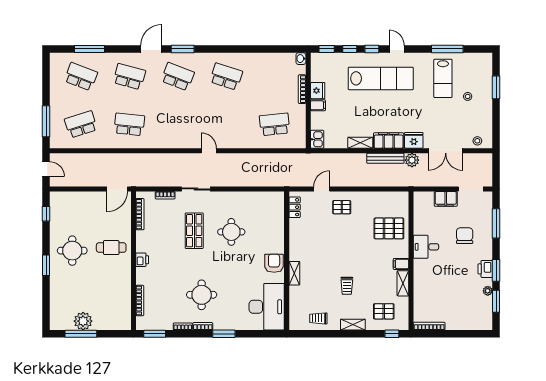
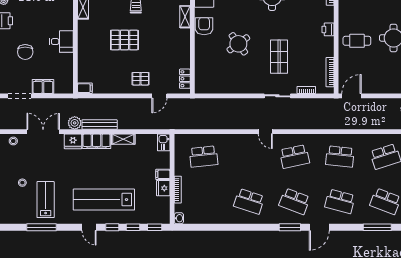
school desk: (178, 124) -> (294, 156), added
pallet: (389, 228) -> (124, 40), moved
round table: (231, 232) -> (238, 44), moved, turned -36
armchair: (274, 263) -> (204, 26), turned 180
filing cabinet: (401, 264) -> (85, 88), moved

